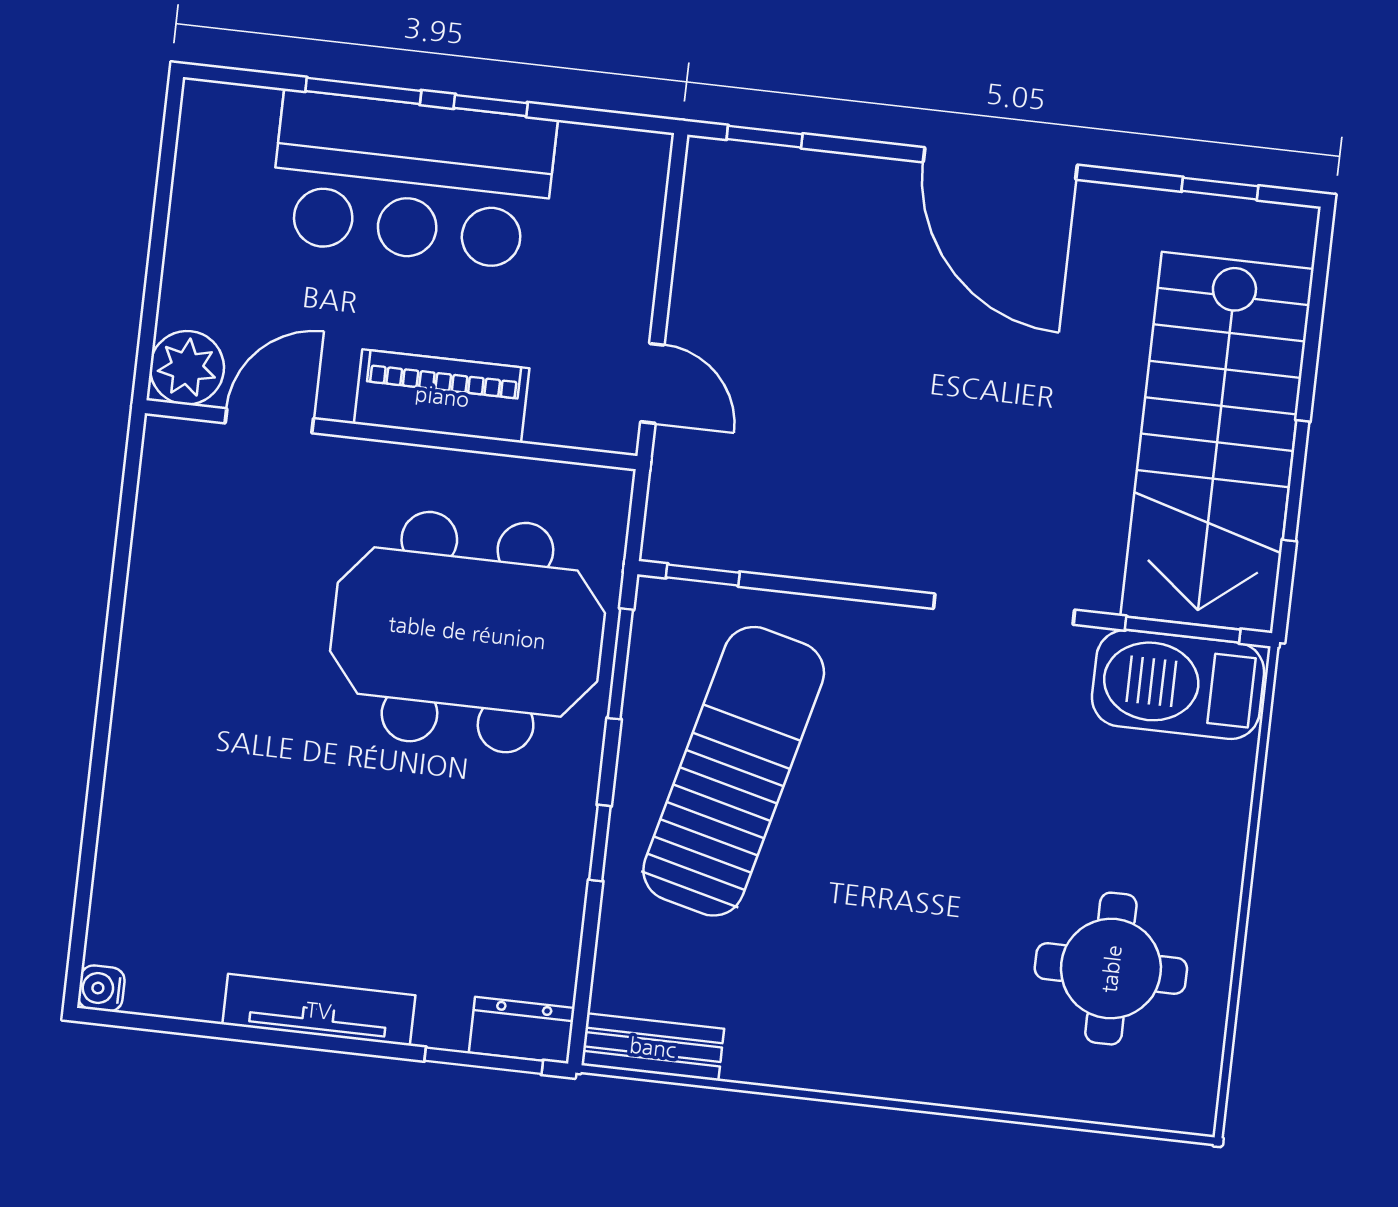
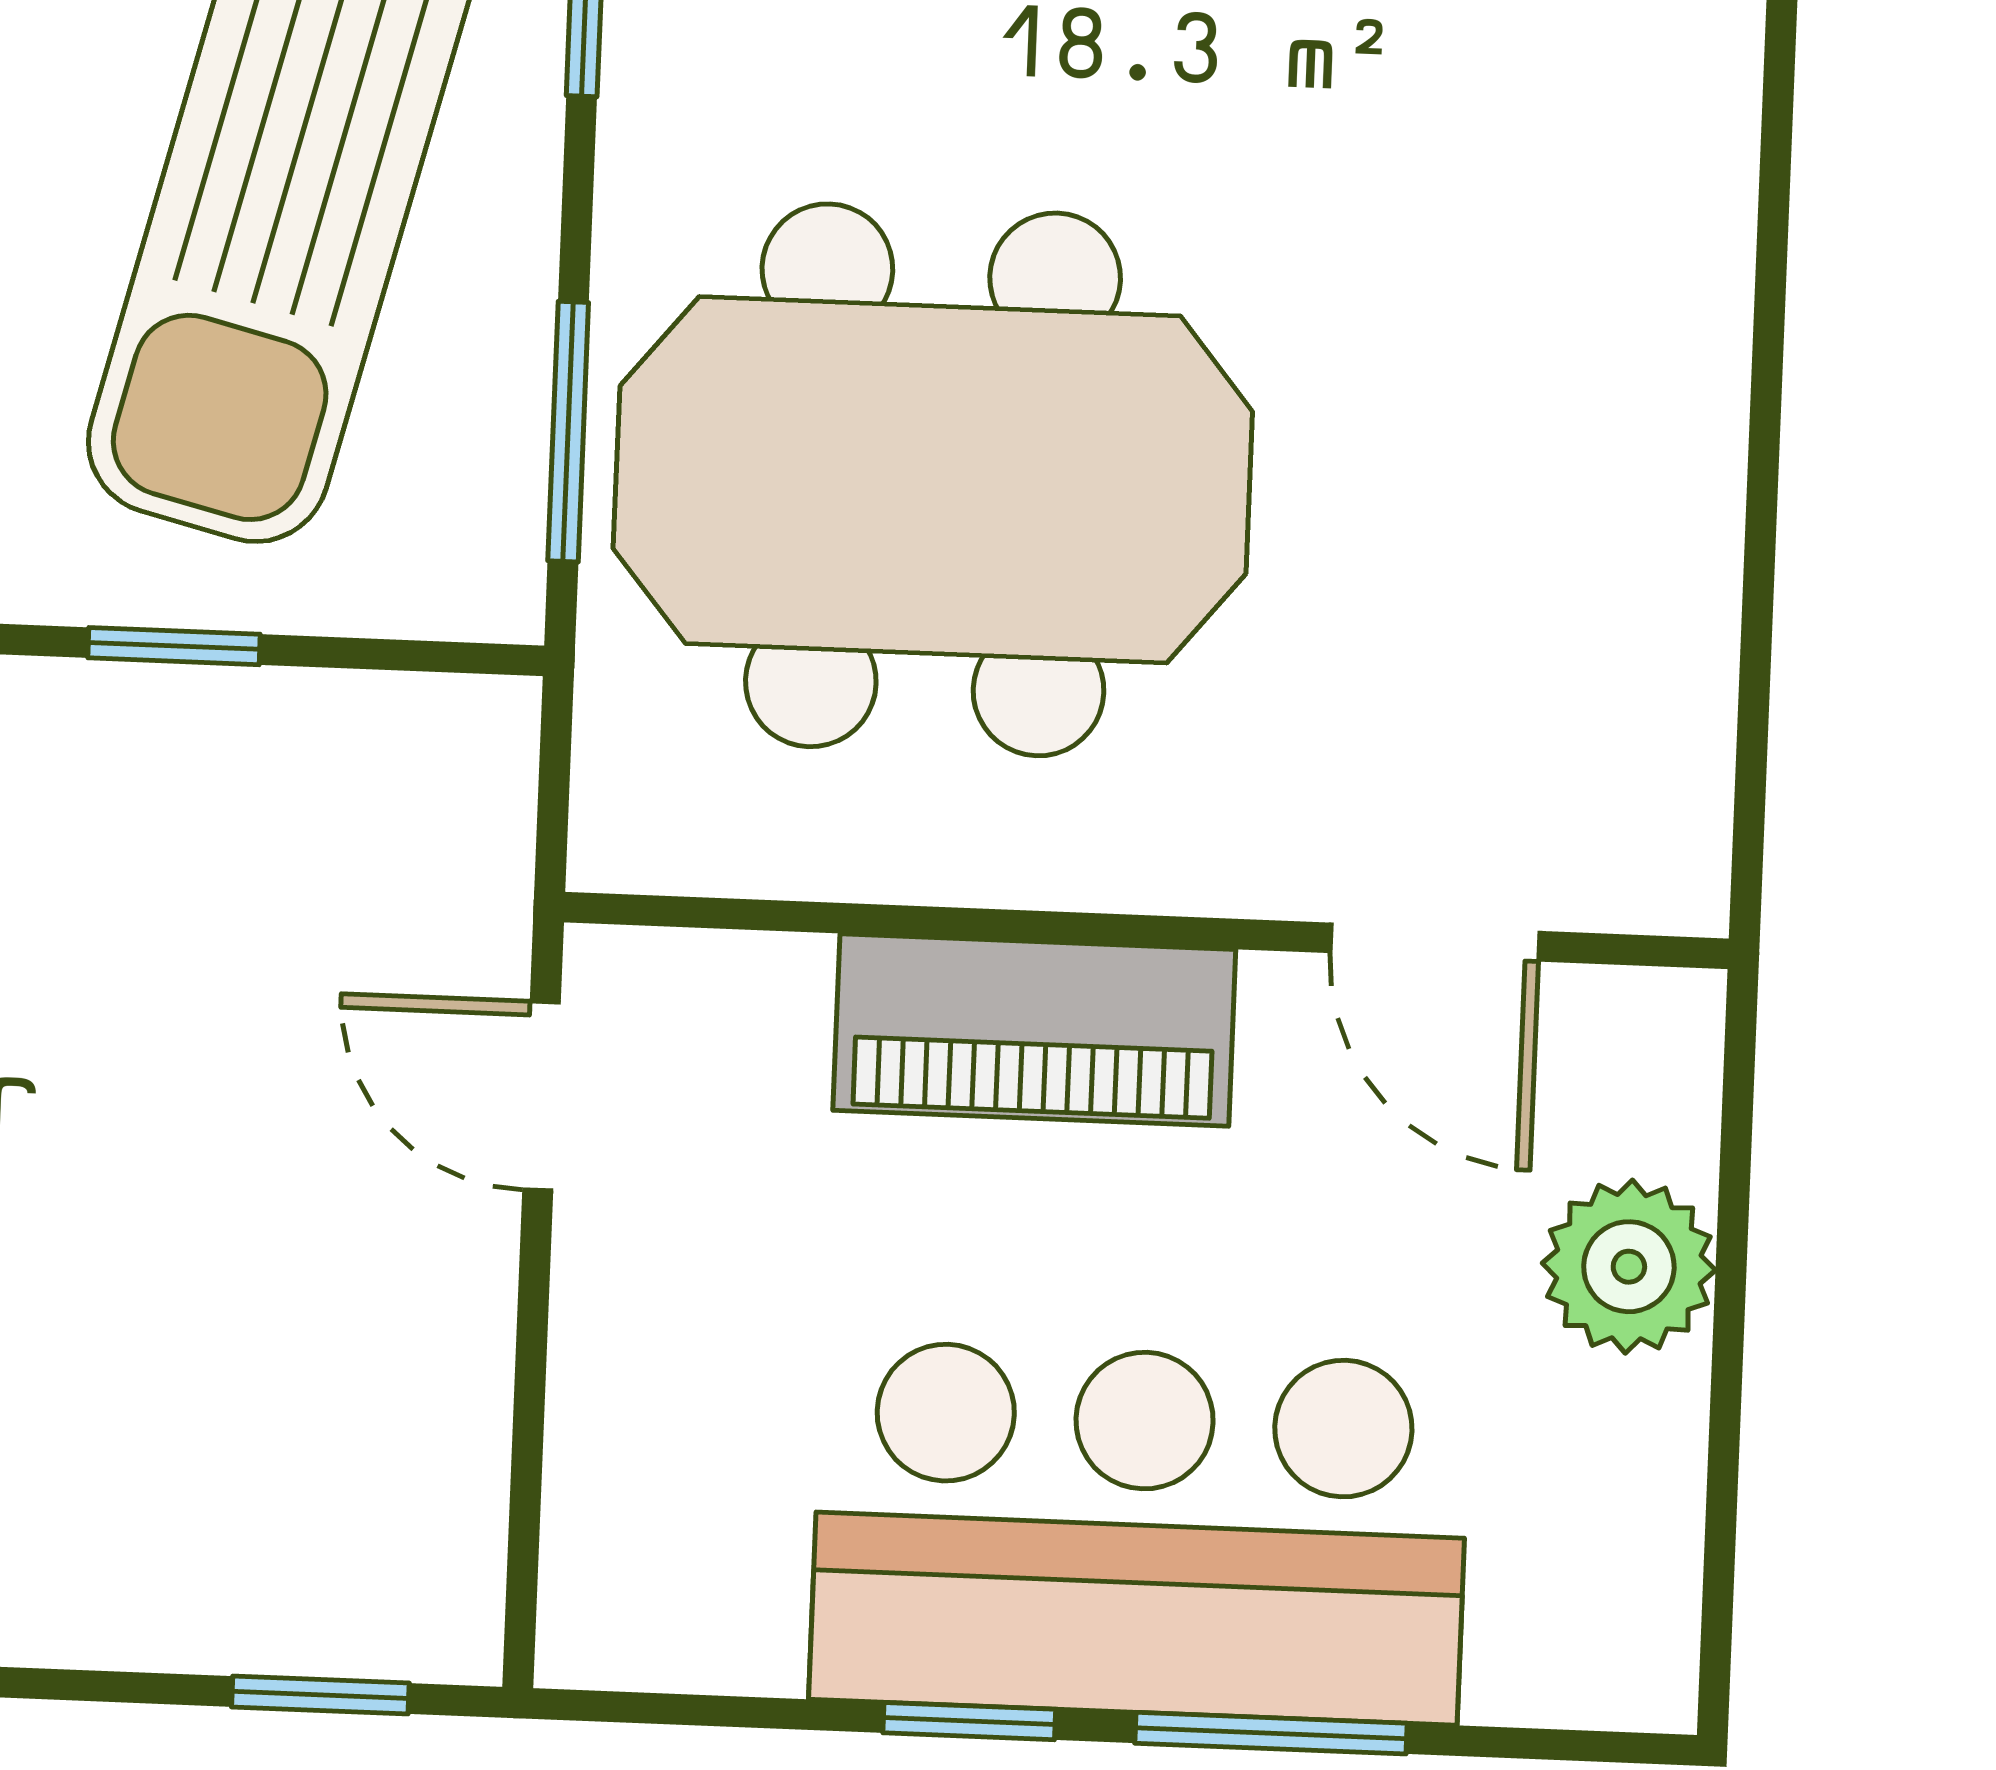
plant: (187, 368) -> (1629, 1267), moved
door: (269, 421) -> (1435, 942), hinge flipped
window: (703, 575) -> (174, 646), moved

